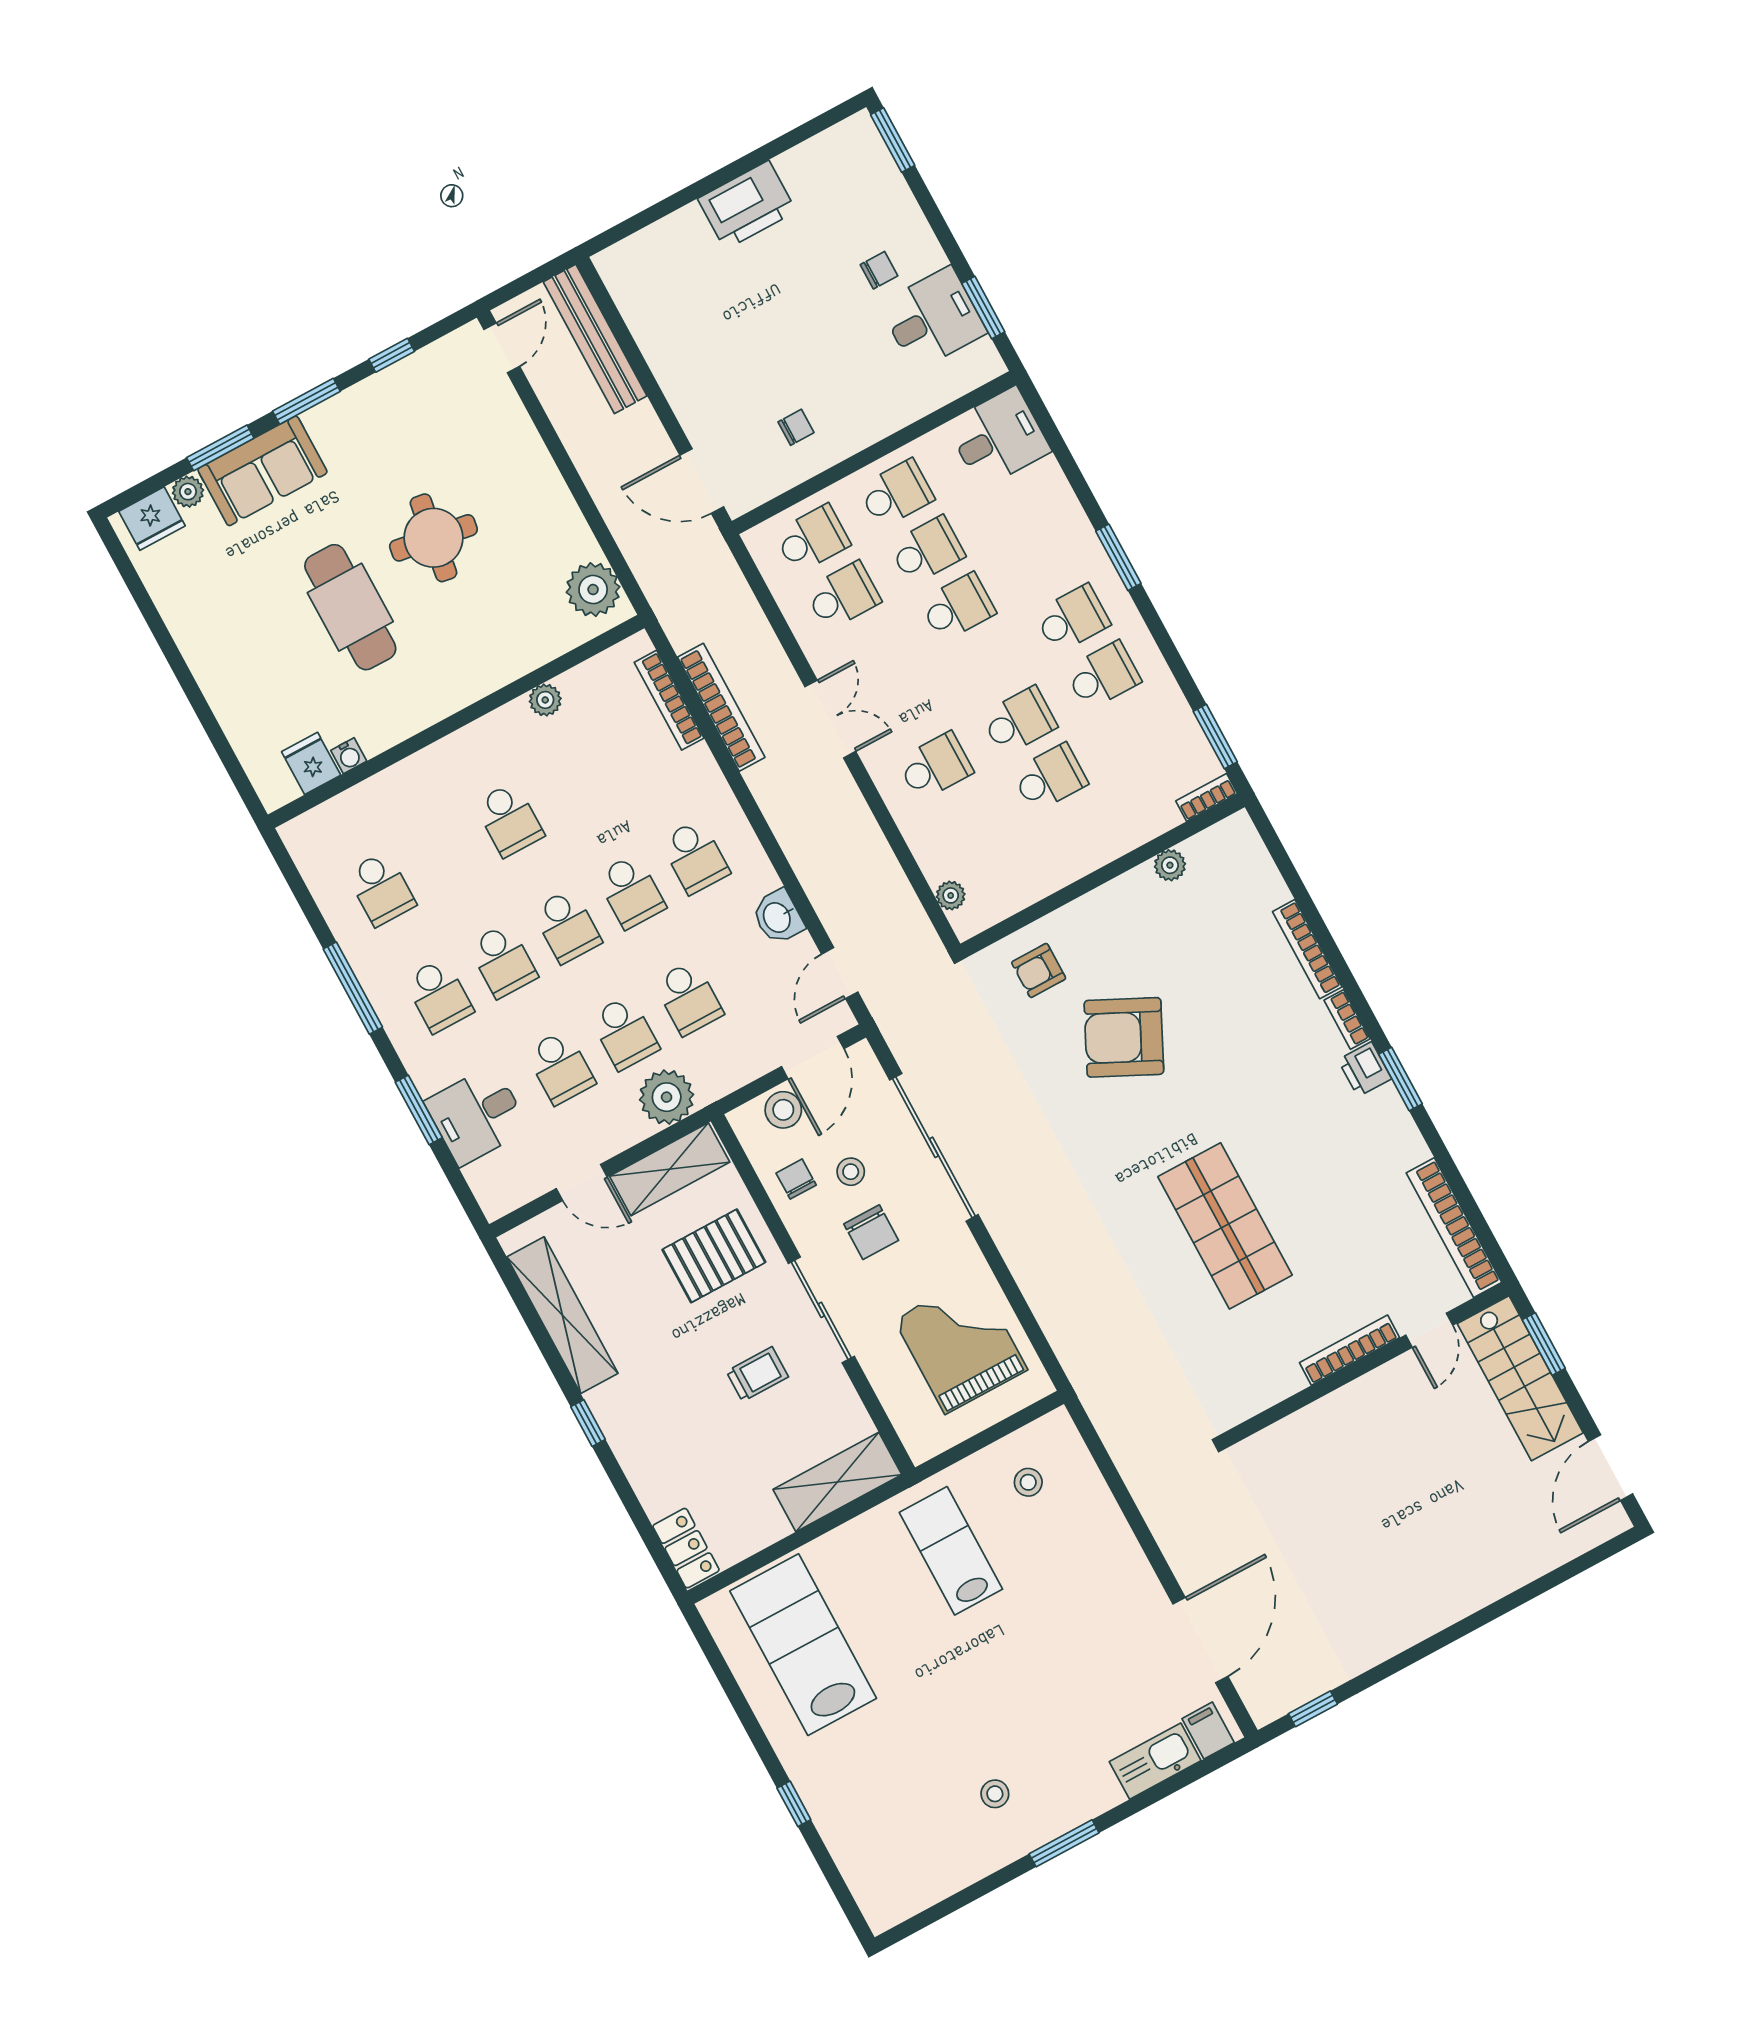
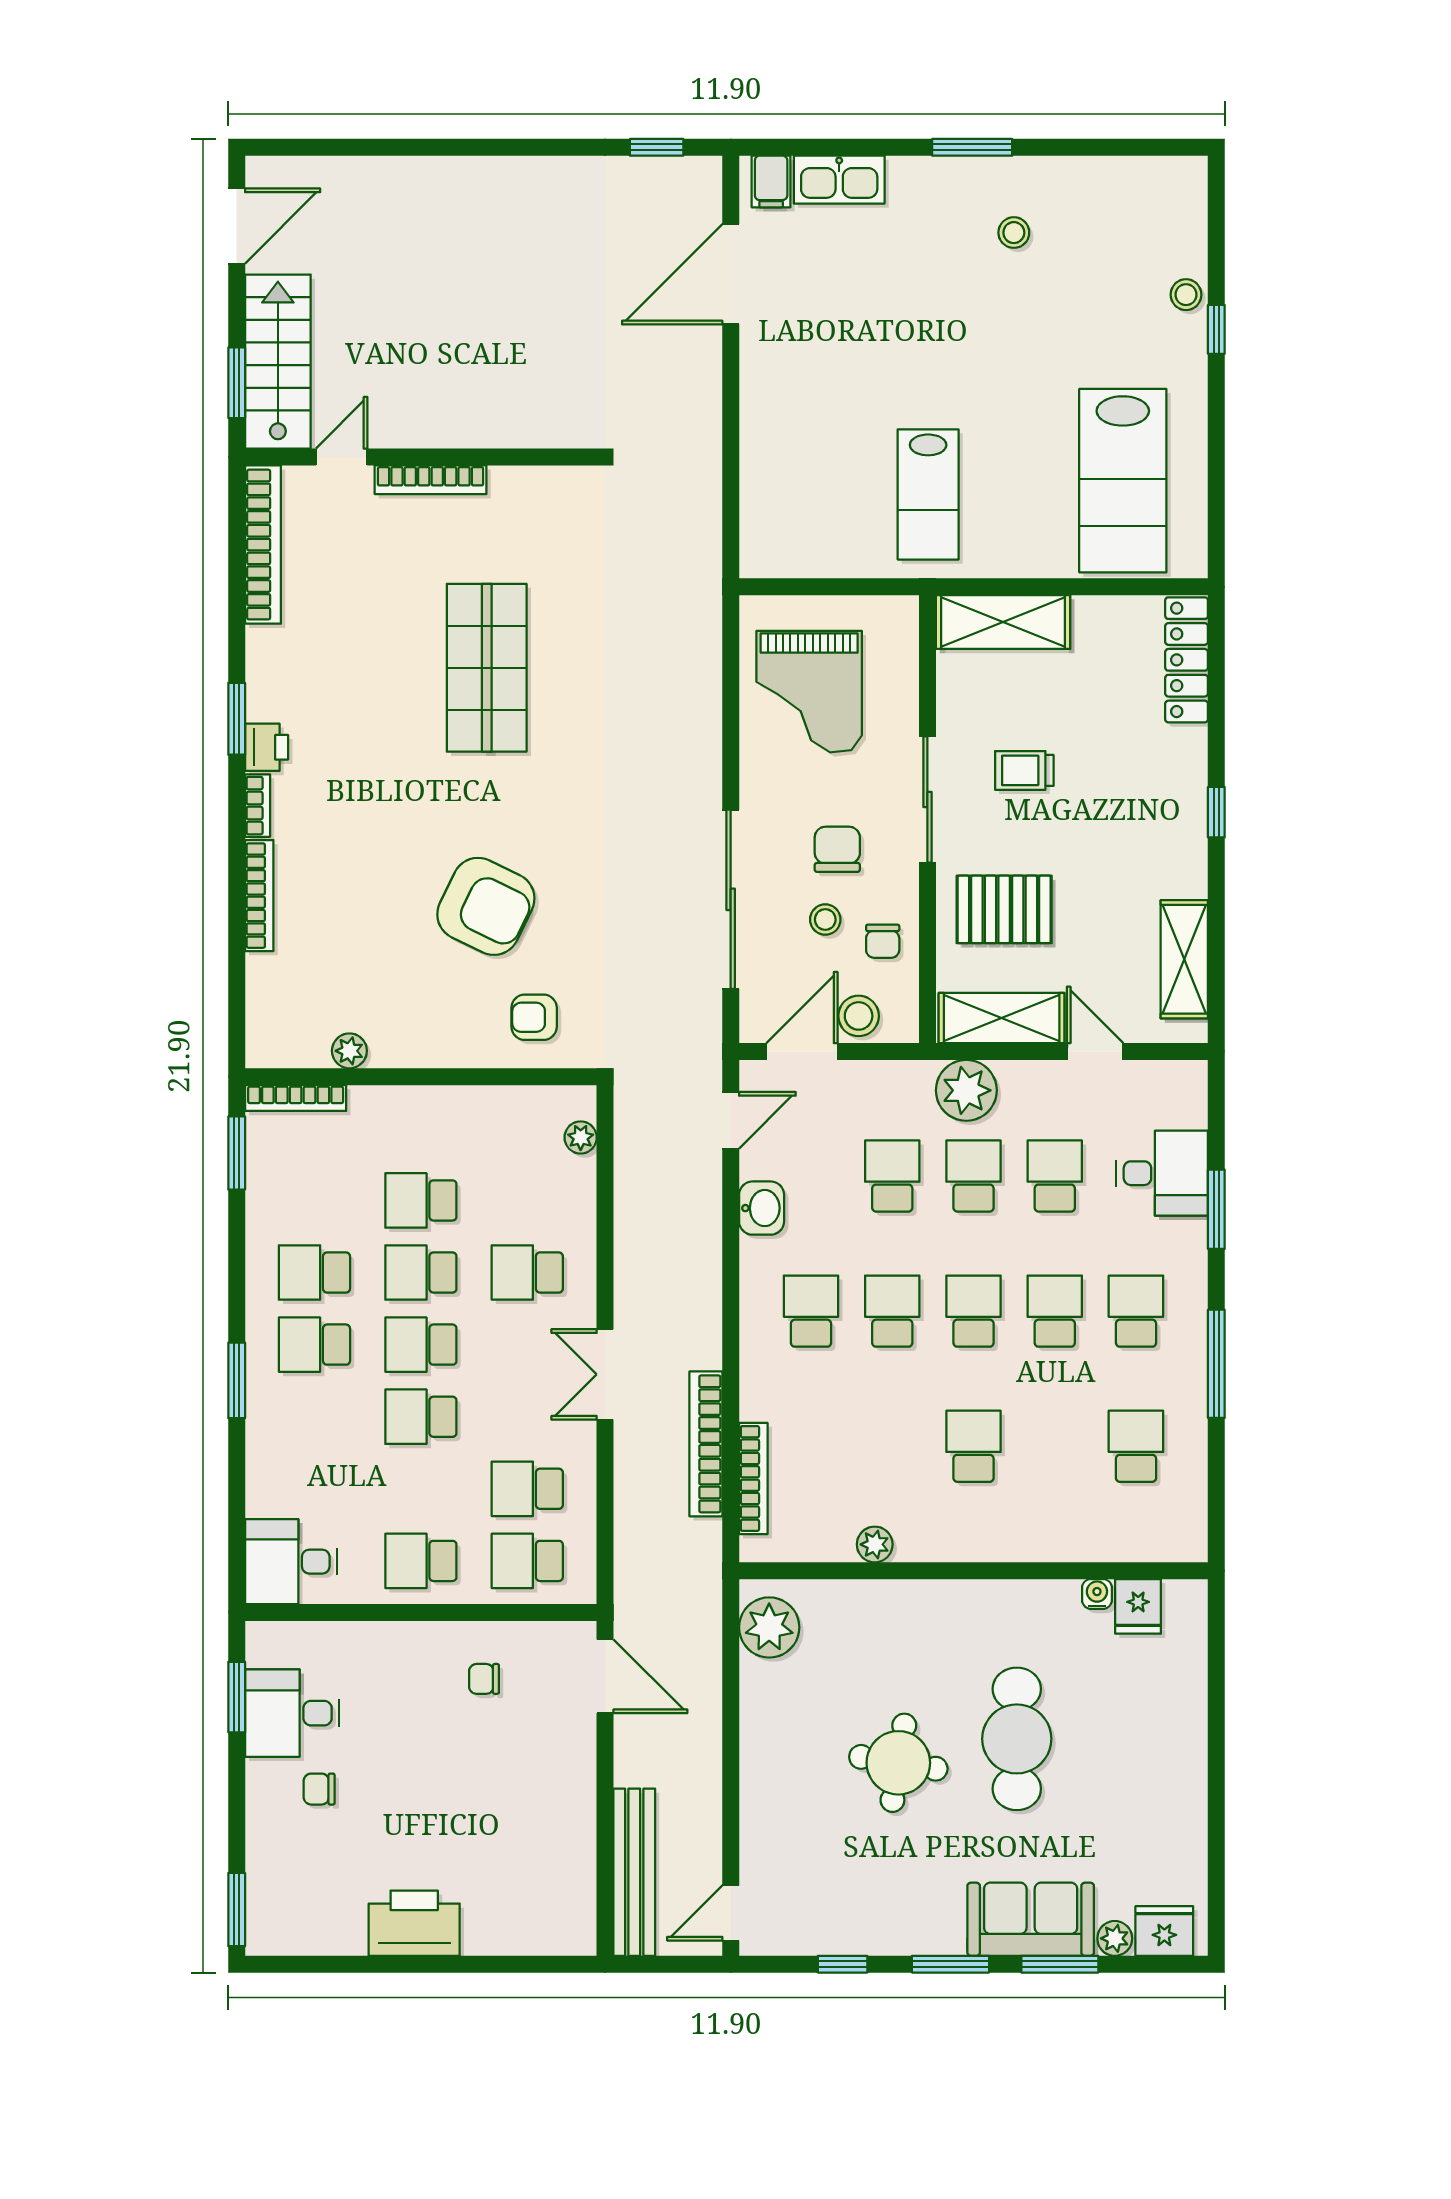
school desk: (927, 550) -> (421, 1345), moved
bookcase: (1207, 797) -> (296, 1098), width x1.56
armchair: (1039, 970) -> (534, 1017), turned 180
shelving: (562, 1315) -> (1184, 959), width x0.68
stool: (1028, 1482) -> (1186, 295), moved
locker: (686, 1548) -> (1187, 660), width x1.53

